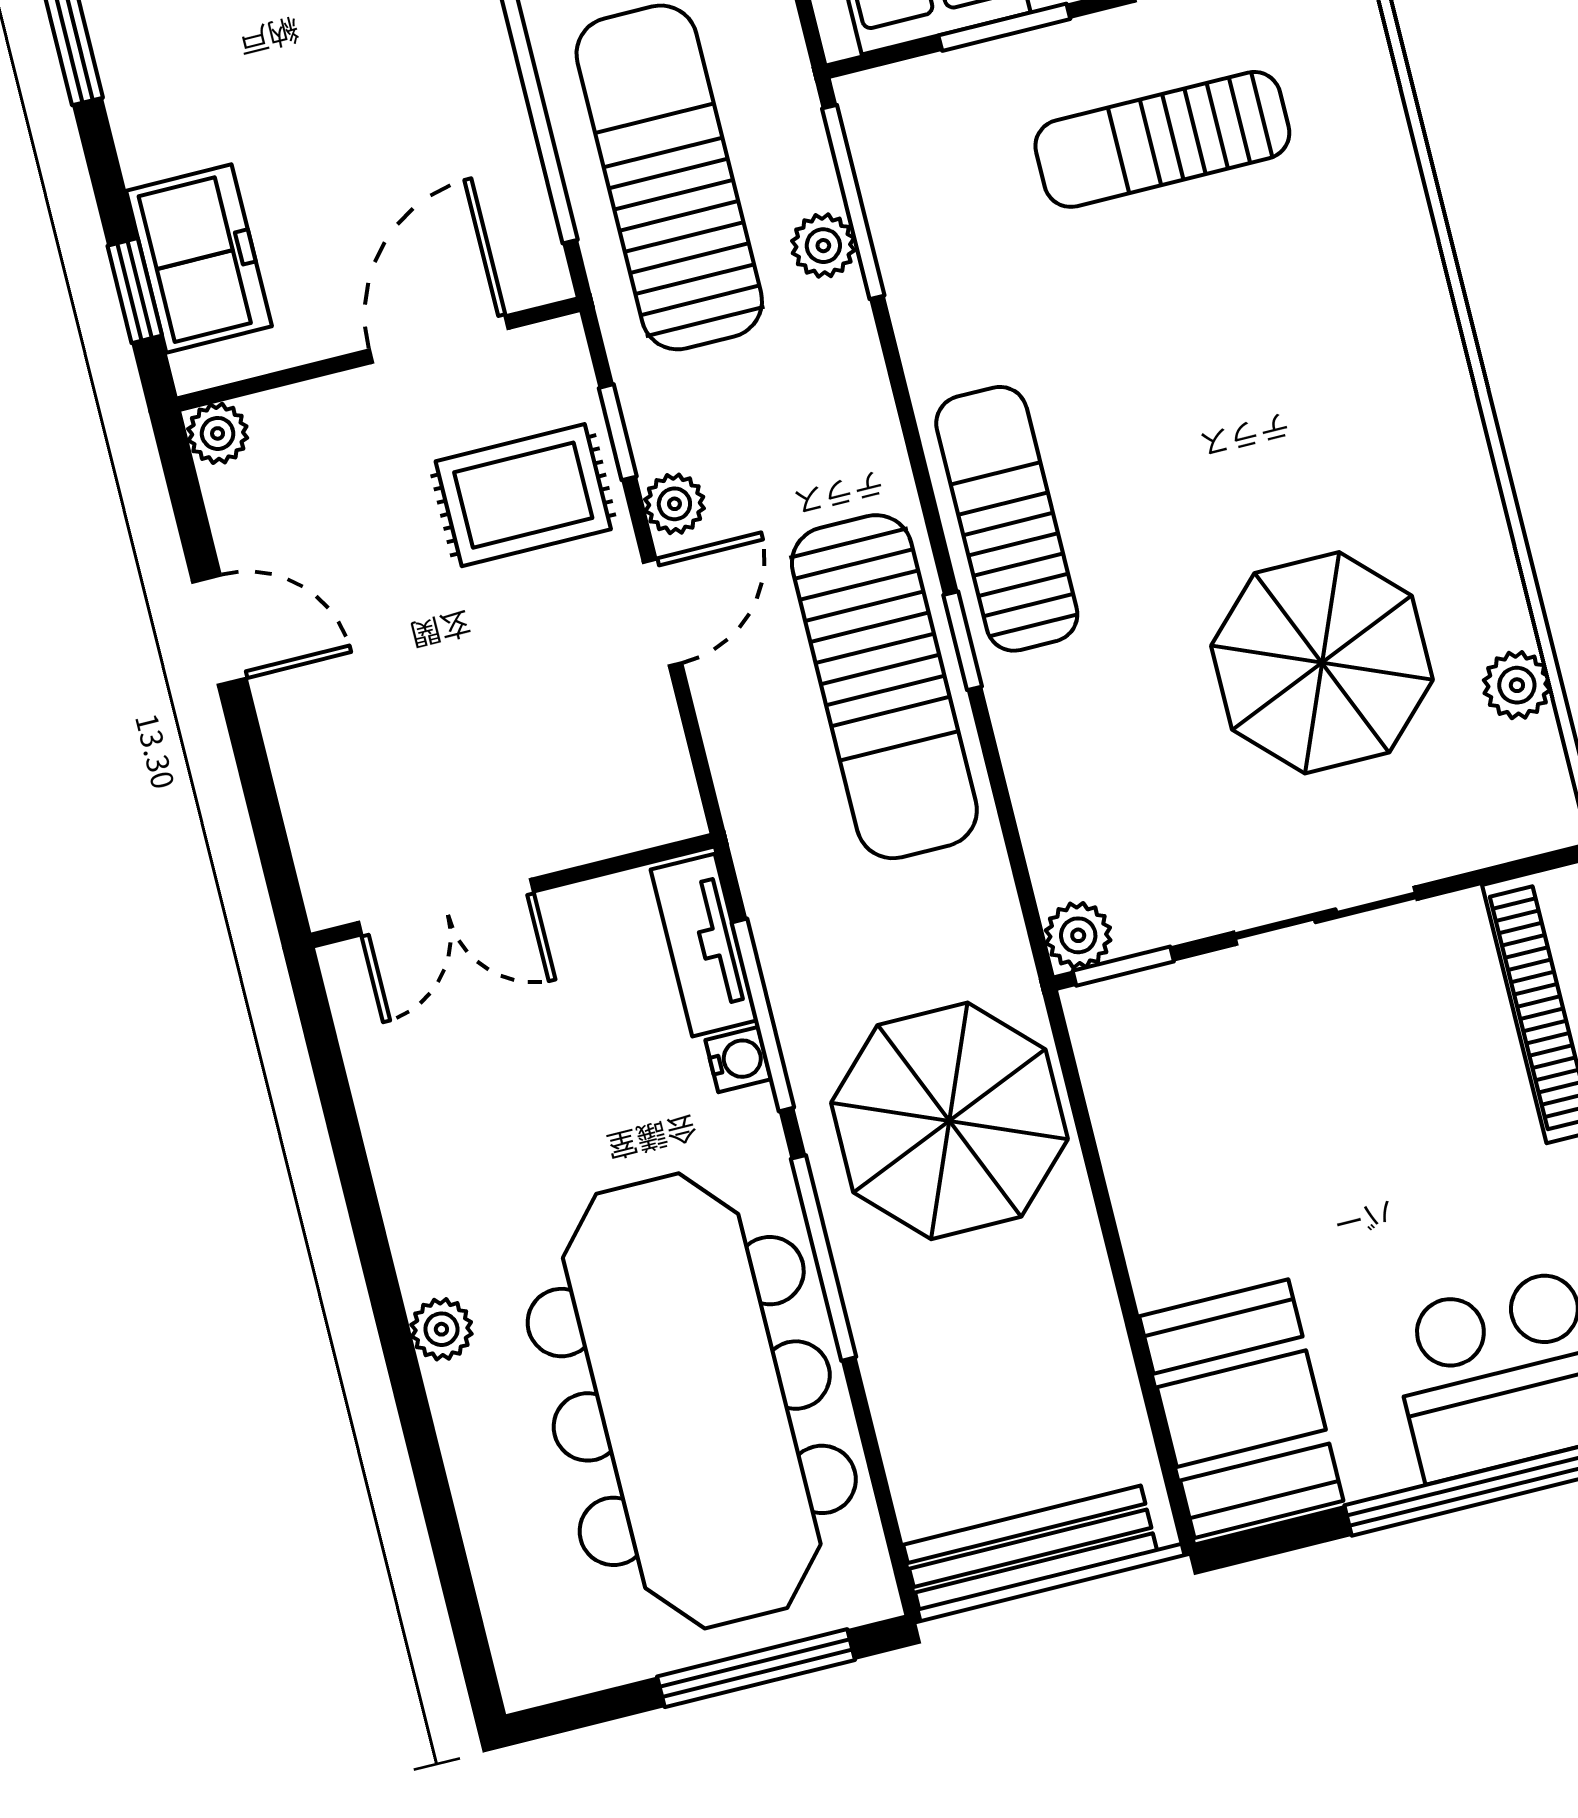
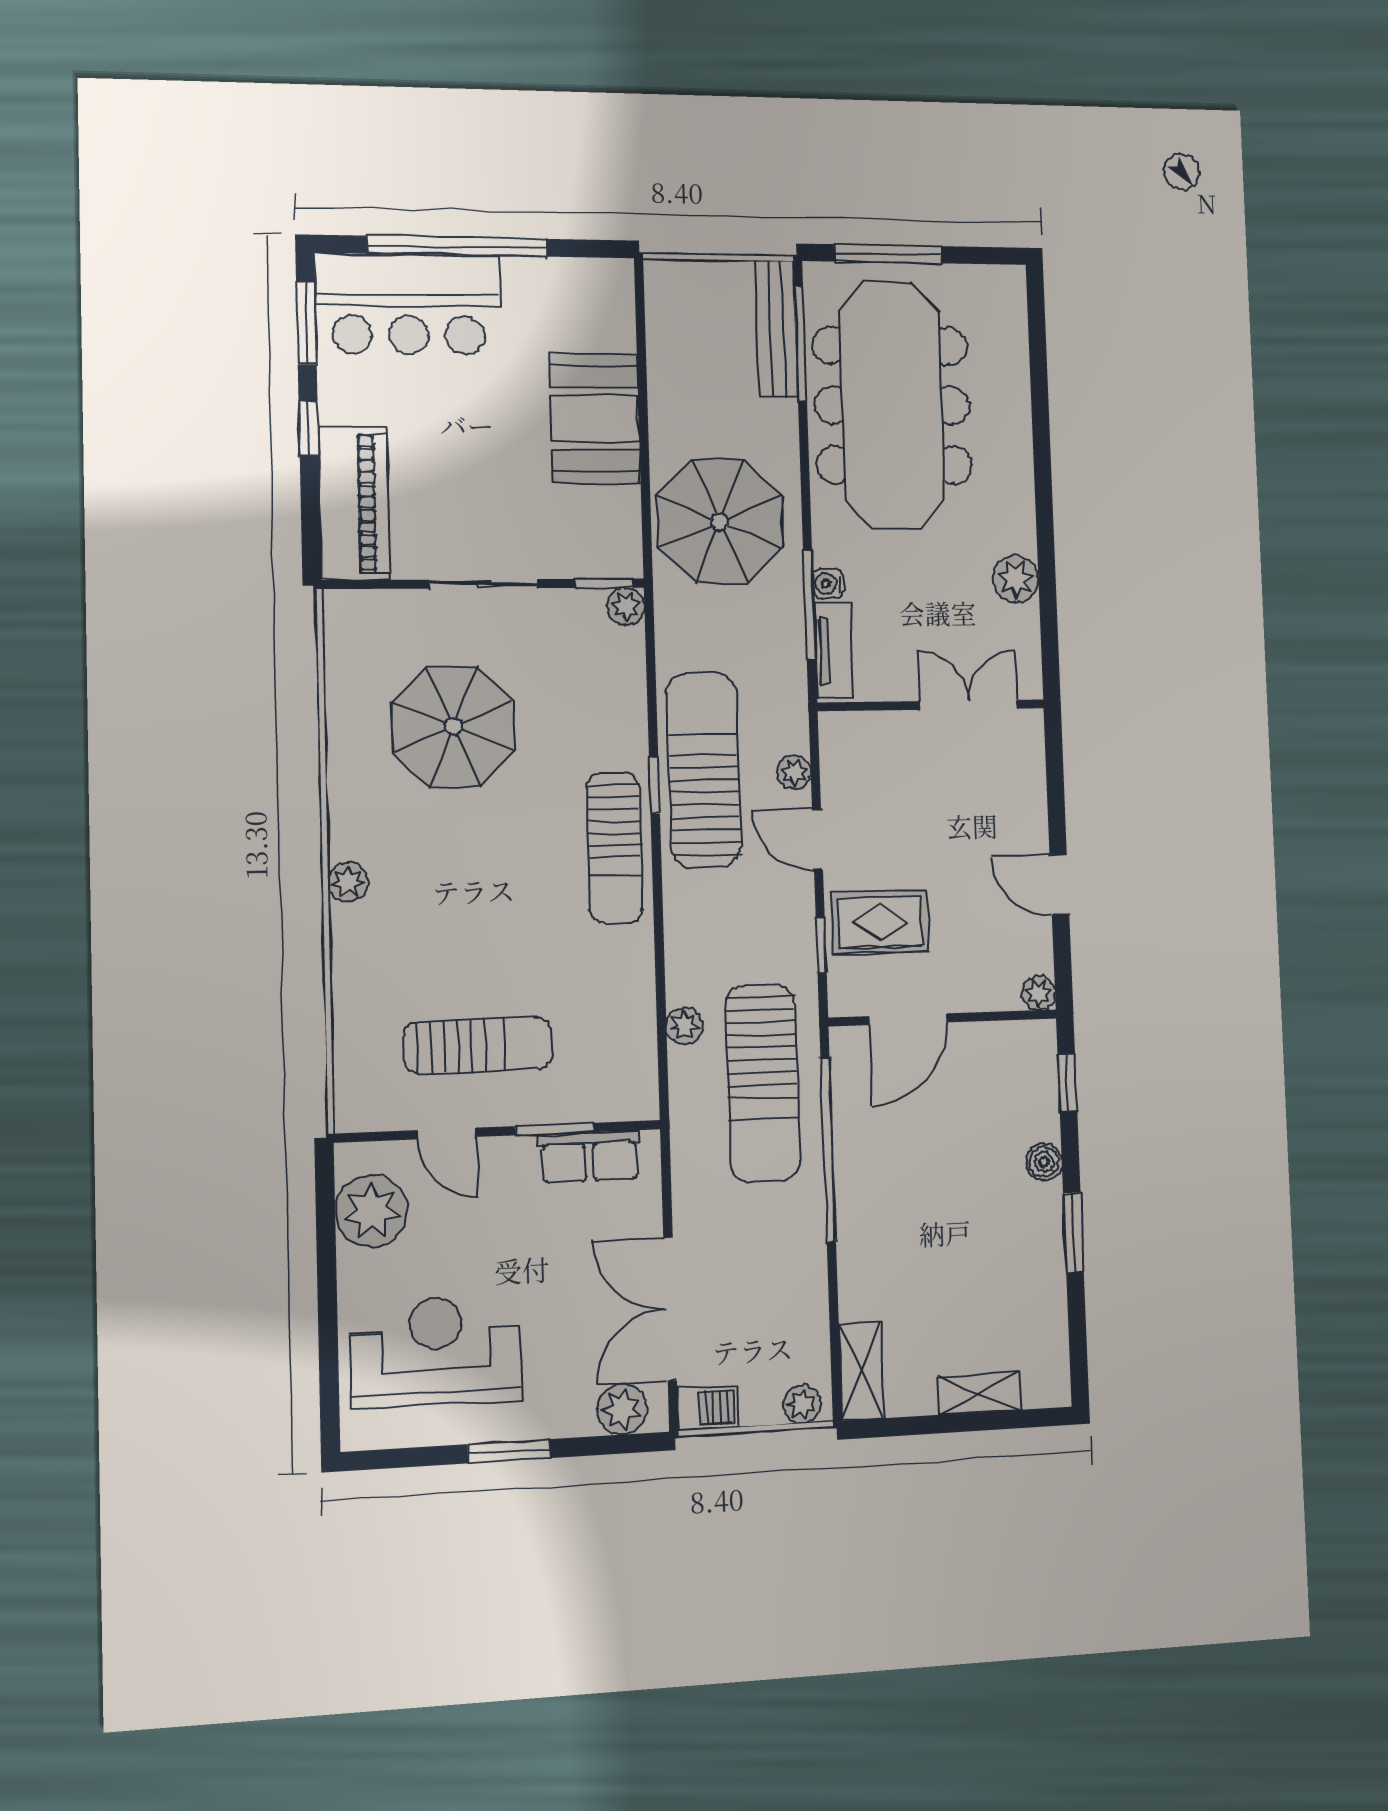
boiler: (148, 145) -> (1044, 1162), added
window: (853, 202) -> (662, 1047), removed
freezer: (199, 258) -> (1029, 1092), removed
plant: (674, 504) -> (794, 772), moved
door: (663, 612) -> (818, 839), hinge flipped
plant: (1517, 685) -> (348, 882), moved
window: (824, 1258) -> (800, 344), moved
plant: (441, 1329) -> (1016, 579), moved, width x1.38, depth x1.38
booth: (1241, 1409) -> (595, 419), moved
bench: (1030, 1548) -> (777, 328), moved, turned 90

